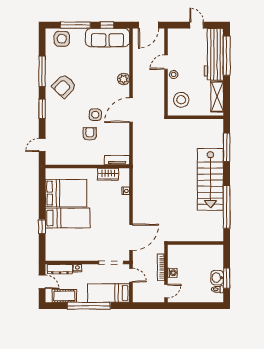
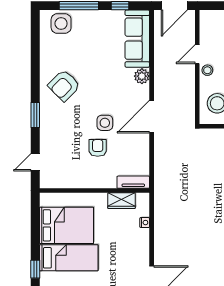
sofa: (107, 38) -> (137, 39), moved, turned 90
window: (42, 71) -> (35, 66), removed

